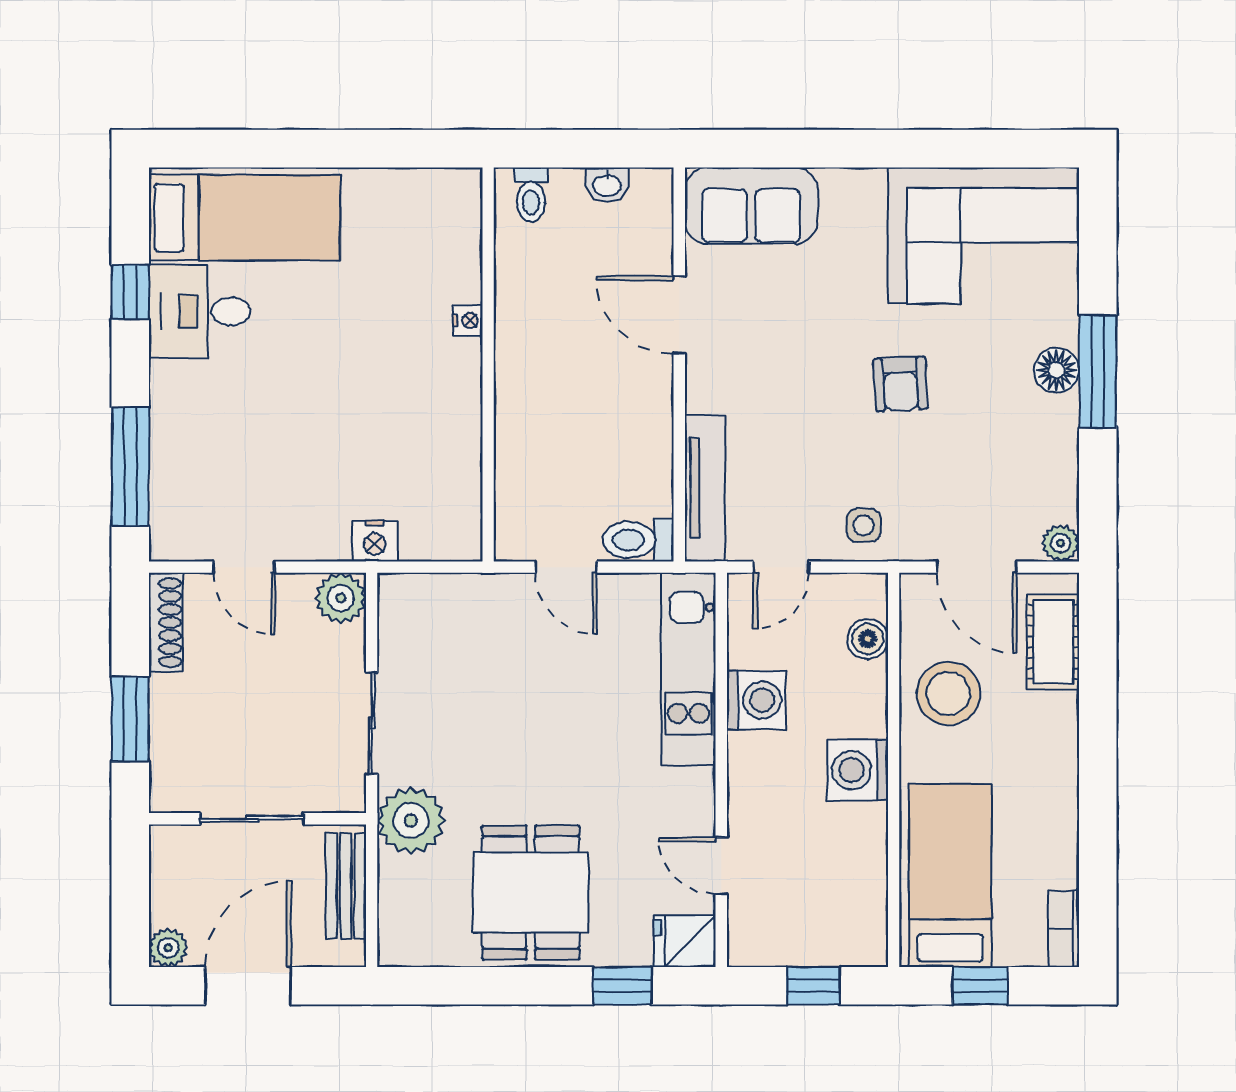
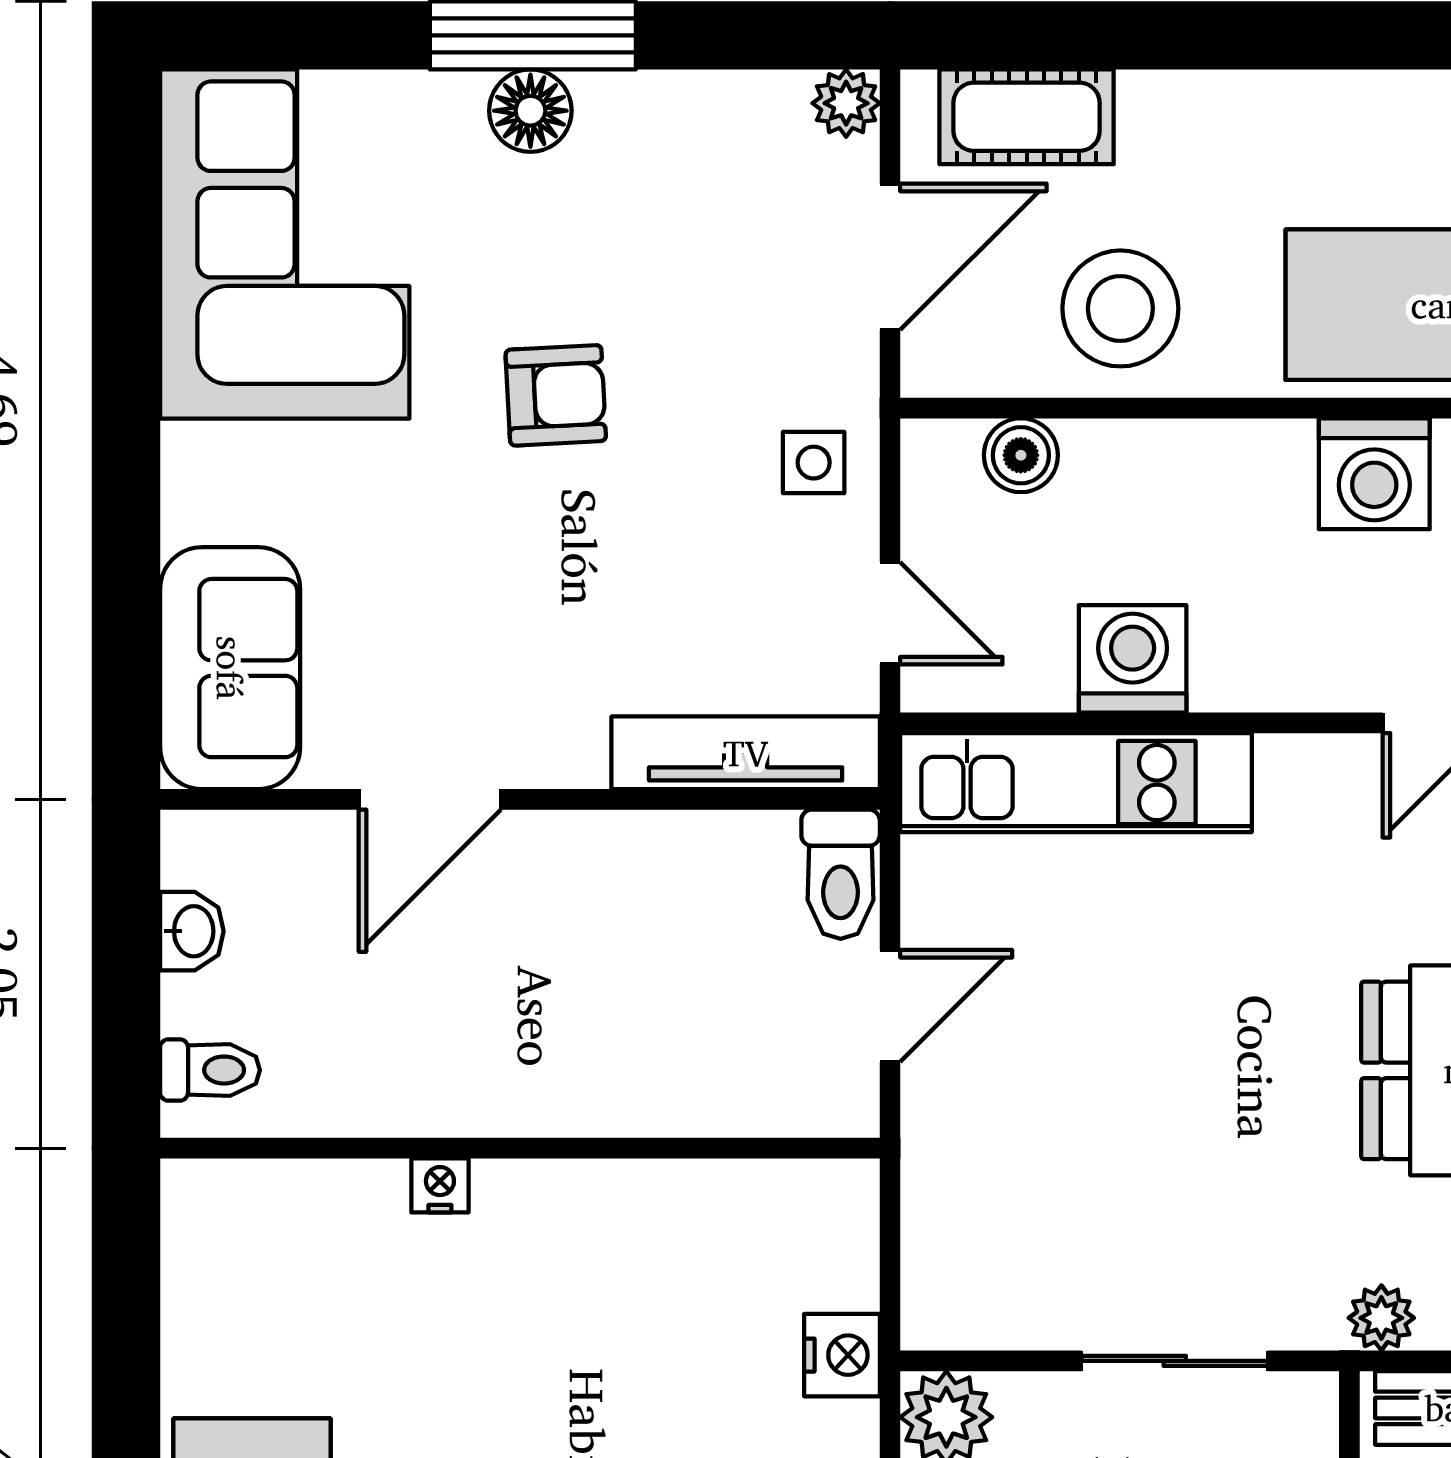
washing machine: (858, 770) -> (1374, 474), moved
plant: (411, 821) -> (1381, 1318), width x0.53, depth x0.53

